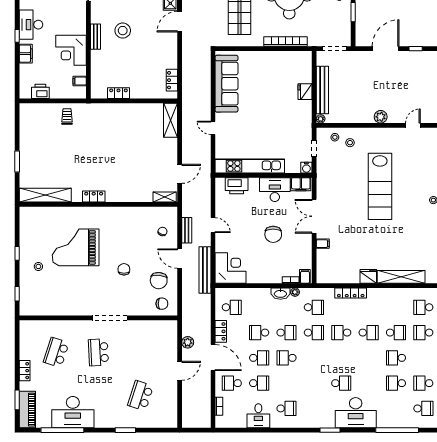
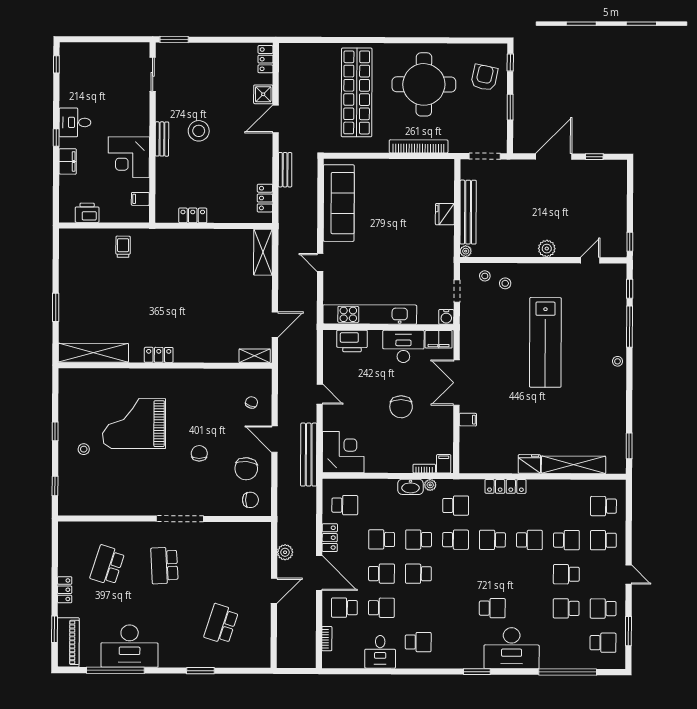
desk: (31, 25) -> (75, 122), width x0.73
bench: (187, 230) -> (285, 170), moved
school desk: (287, 333) -> (419, 540), turned 180

